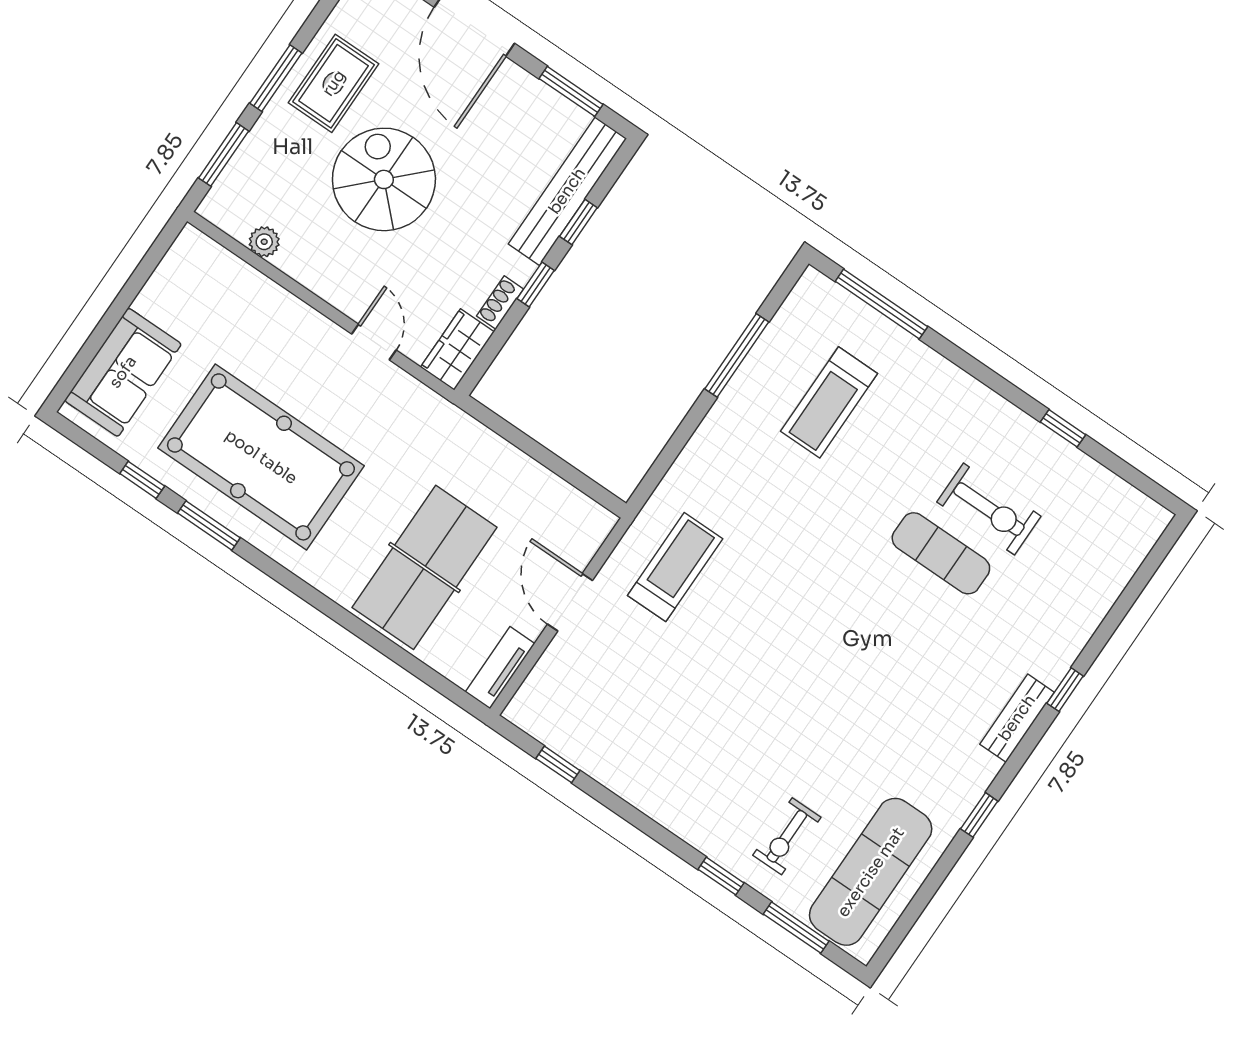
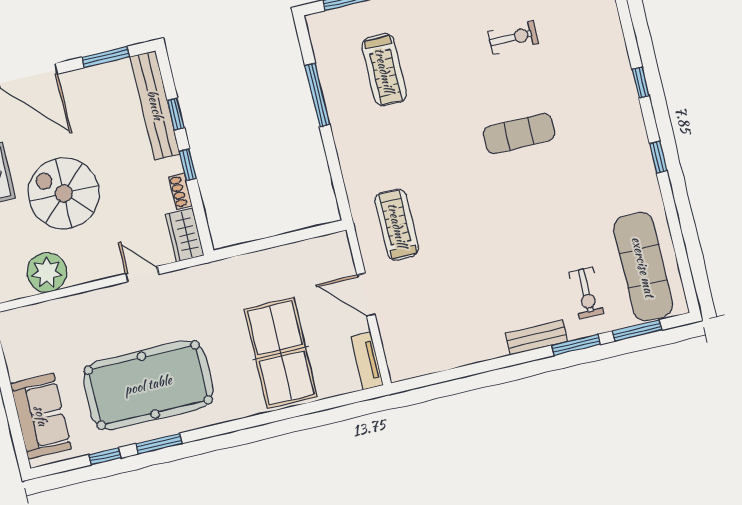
plant: (264, 242) -> (47, 272), width x1.88, depth x1.88
exercise bike: (989, 509) -> (513, 38), width x0.73, depth x0.72
exercise mat: (941, 553) -> (519, 134), moved
bench: (1017, 718) -> (536, 338), moved, turned 90
window: (558, 764) -> (443, 376), removed
window: (979, 815) -> (658, 157), moved
window: (721, 876) -> (576, 345), width x1.50

